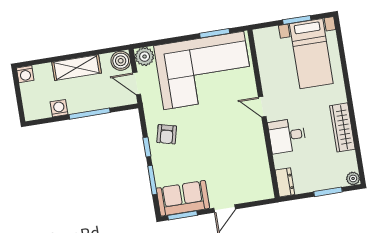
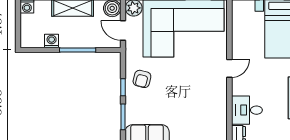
door: (262, 107) -> (229, 68), swing flipped
desk: (287, 136) -> (247, 110), moved

